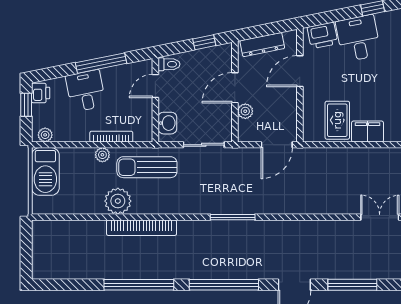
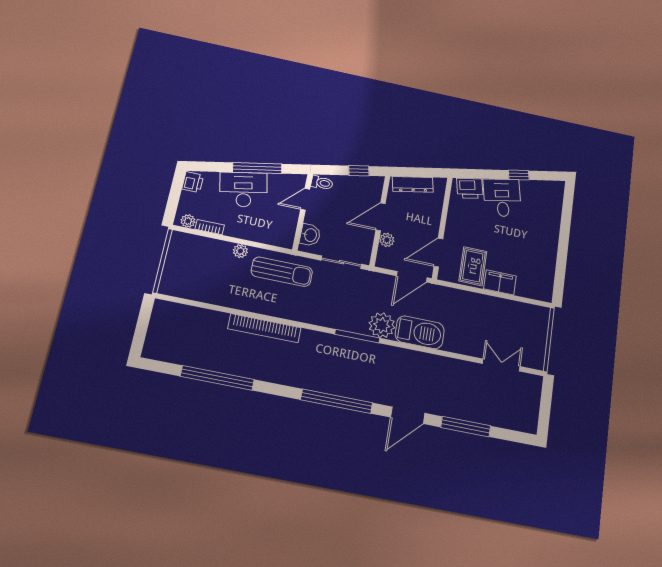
door: (300, 71) -> (438, 253), moved
desk: (86, 91) -> (243, 190), width x1.37
window: (26, 105) -> (176, 190), removed
bookcase: (111, 137) -> (210, 227), moved, width x0.64
sun lounger: (147, 167) -> (282, 272), turned 180
barbecue: (45, 171) -> (420, 332), moved, turned -90
plant: (118, 201) -> (382, 325), moved
window: (139, 285) -> (217, 378), moved

